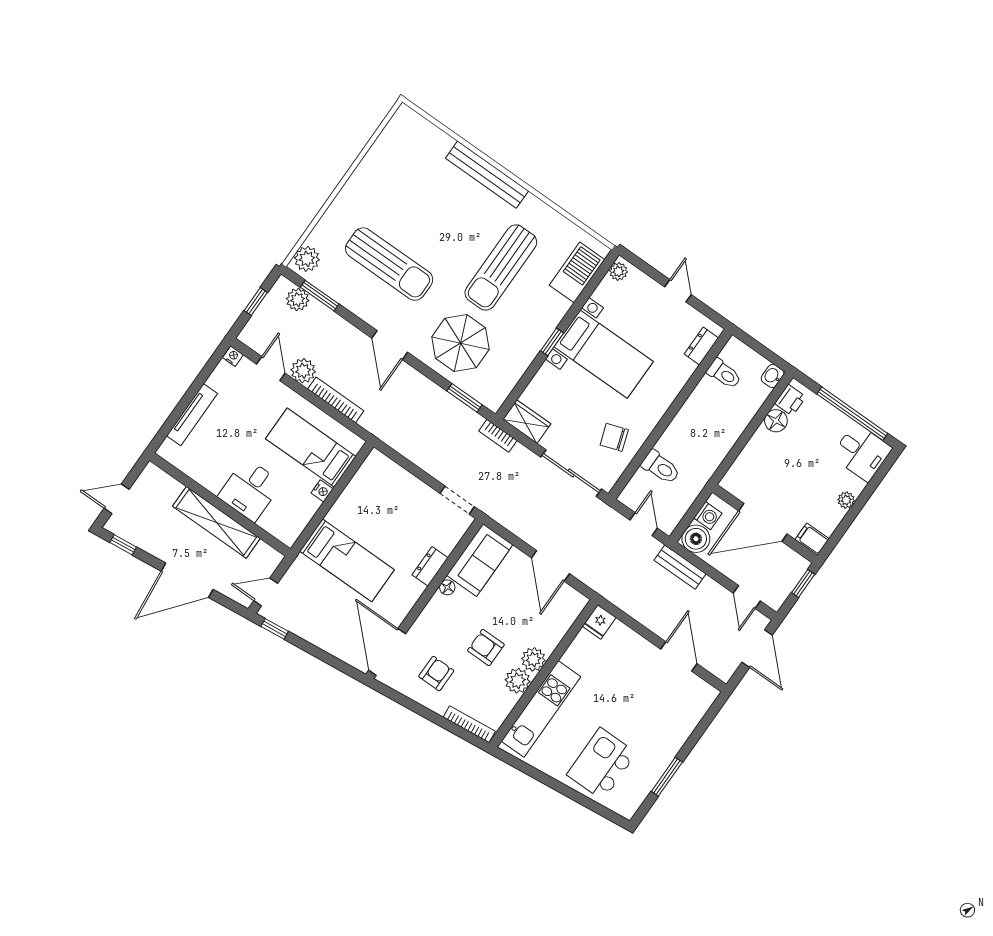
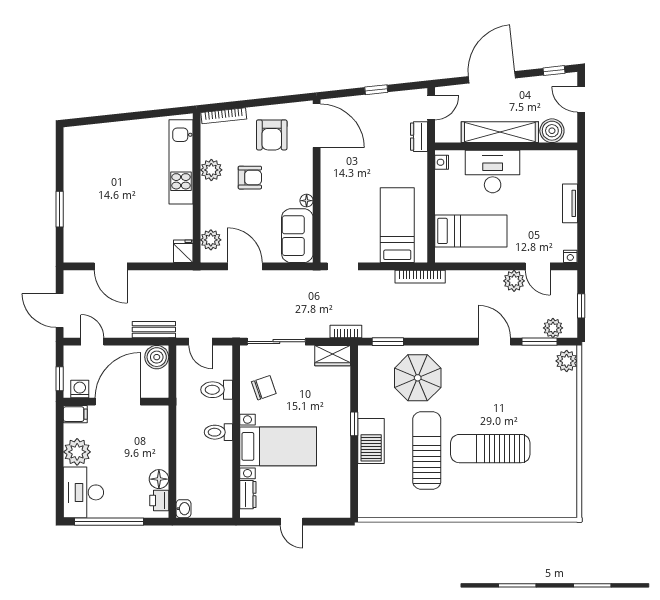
bench: (487, 175) -> (482, 509), removed
sun lounger: (389, 264) -> (490, 449), moved
plant: (618, 271) -> (343, 506), removed
barbecue: (577, 272) -> (371, 441), moved
door: (390, 345) -> (494, 342), moved
bed with nightstands: (604, 354) -> (278, 446), moved, turned 180
toilet: (724, 374) -> (218, 432), moved
bookcase: (336, 400) -> (420, 277), moved
tv unit: (192, 415) -> (570, 203), width x0.71
desk: (862, 452) -> (83, 492), width x1.37
boiler: (166, 489) -> (552, 131), added
desk: (250, 490) -> (493, 172), width x1.37
nightstand: (322, 491) -> (442, 162), moved
door: (117, 499) -> (581, 99), swing flipped
plant: (846, 500) -> (77, 452), width x1.88, depth x1.88
washing machine: (708, 516) -> (80, 389), moved, turned 90
bed: (347, 560) -> (397, 225), moved, turned 90
dresser: (430, 566) -> (419, 137), moved, turned 180
window: (275, 629) -> (376, 90), moved
plant: (533, 659) -> (211, 240), moved
armchair: (436, 674) -> (272, 135), width x1.38, depth x1.38
kitchen island: (602, 764) -> (112, 153), removed
window: (667, 777) -> (60, 209), moved

